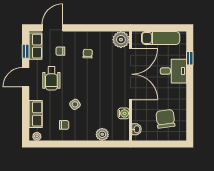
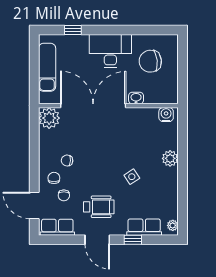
window: (26, 51) -> (133, 240), moved
desk: (173, 71) -> (110, 51), moved, width x1.37
water cooler: (124, 113) -> (166, 115), moved
chair: (64, 125) -> (54, 178), moved
washbasin: (137, 129) -> (136, 98), moved
plant: (102, 134) -> (170, 158), moved

